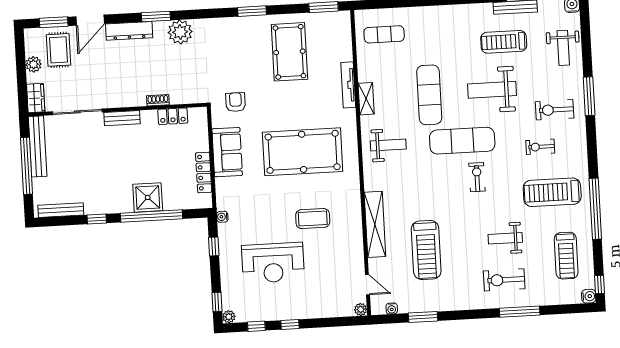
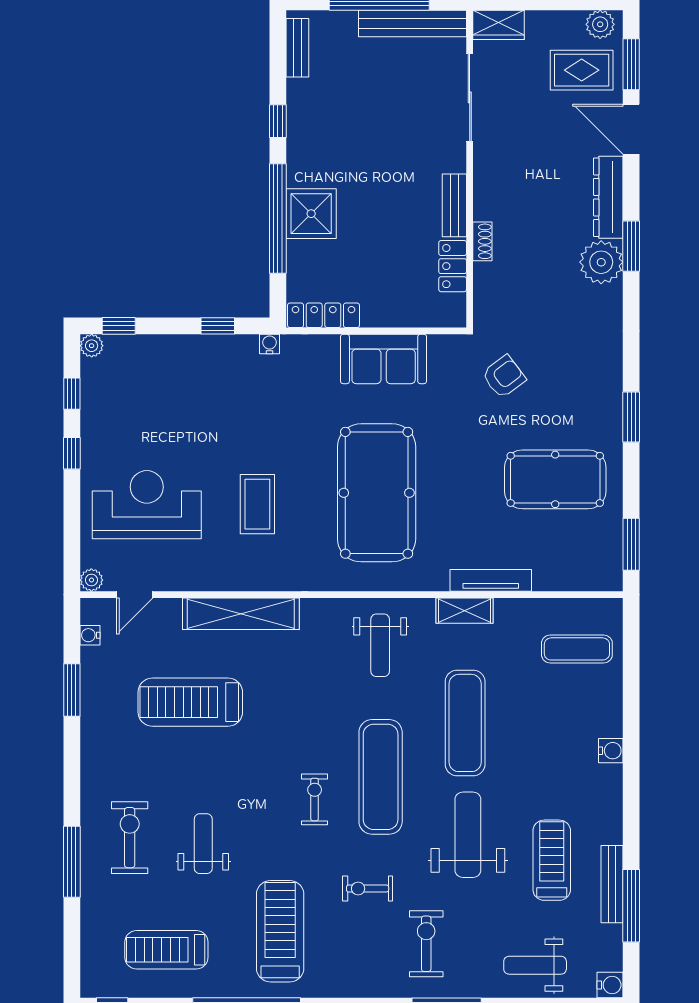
plant: (180, 32) -> (601, 262), moved
exercise mat: (384, 34) -> (577, 649), turned 90
plant: (33, 64) -> (600, 24), moved
exercise mat: (429, 95) -> (465, 723), turned 90
armchair: (236, 102) -> (504, 377), moved, turned -37
bench: (122, 118) -> (454, 205), moved
exercise bike: (540, 147) -> (368, 888), moved, turned -90
locker: (204, 173) -> (323, 315), moved
exercise bike: (477, 177) -> (315, 799), turned -90
bench: (61, 210) -> (297, 48), width x0.73
reception desk: (273, 263) -> (147, 505), moved, turned 90
water cooler: (589, 296) -> (611, 751), moved, turned -90

